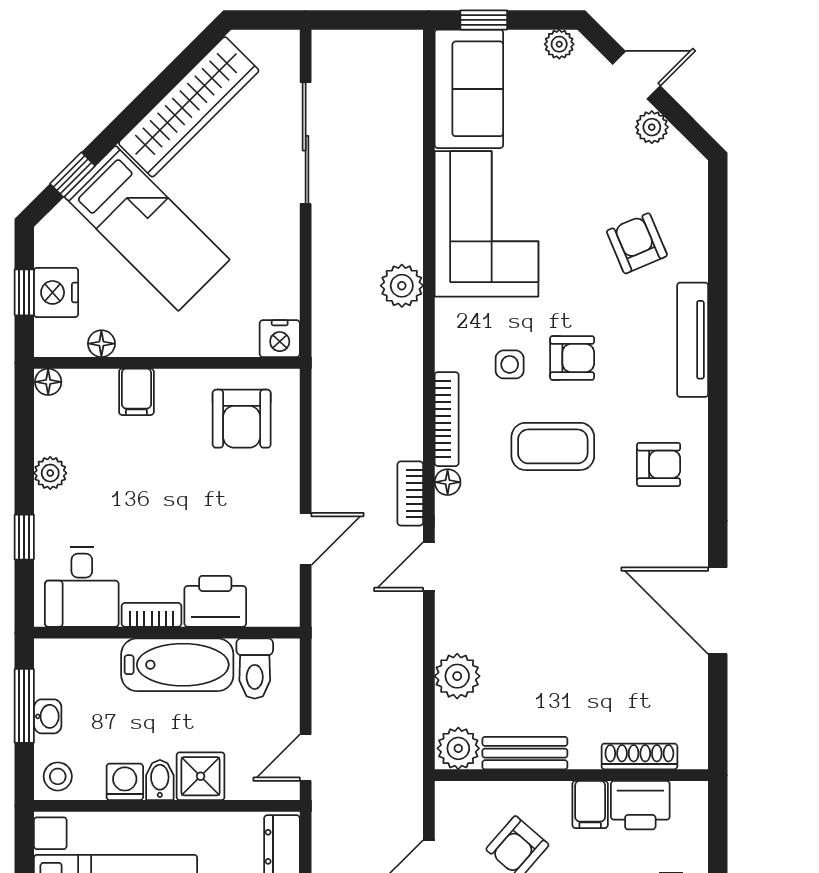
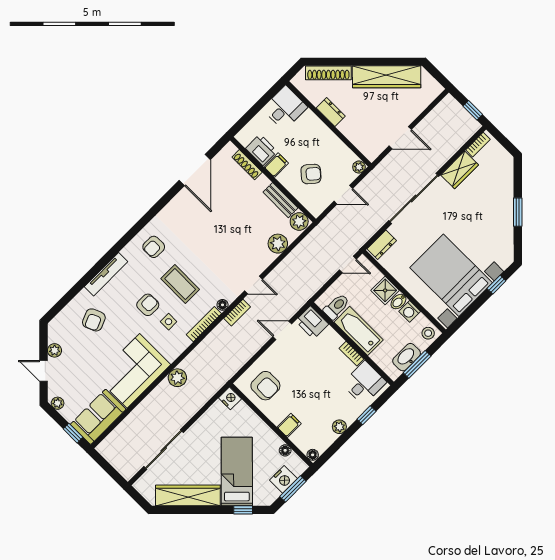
window: (24, 292) -> (293, 489), width x1.50
armchair: (572, 358) -> (148, 305), turned 90
armchair: (242, 419) -> (265, 386), turned 90
armchair: (659, 464) -> (154, 247), turned -90
printer: (215, 601) -> (312, 323), moved
door: (718, 611) -> (195, 170), moved
washbasin: (48, 716) -> (407, 357), width x1.91, depth x1.45

